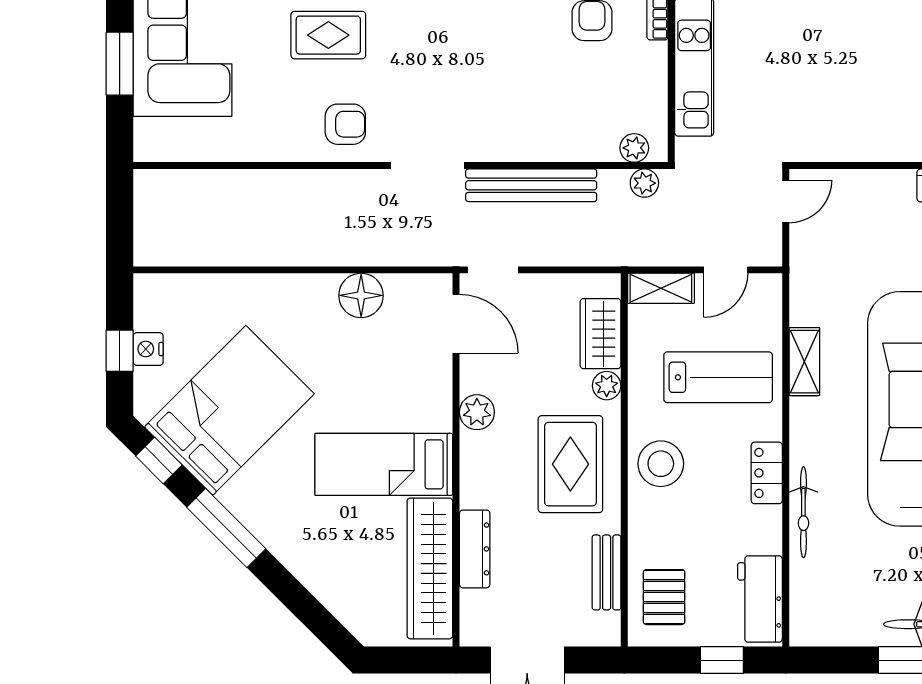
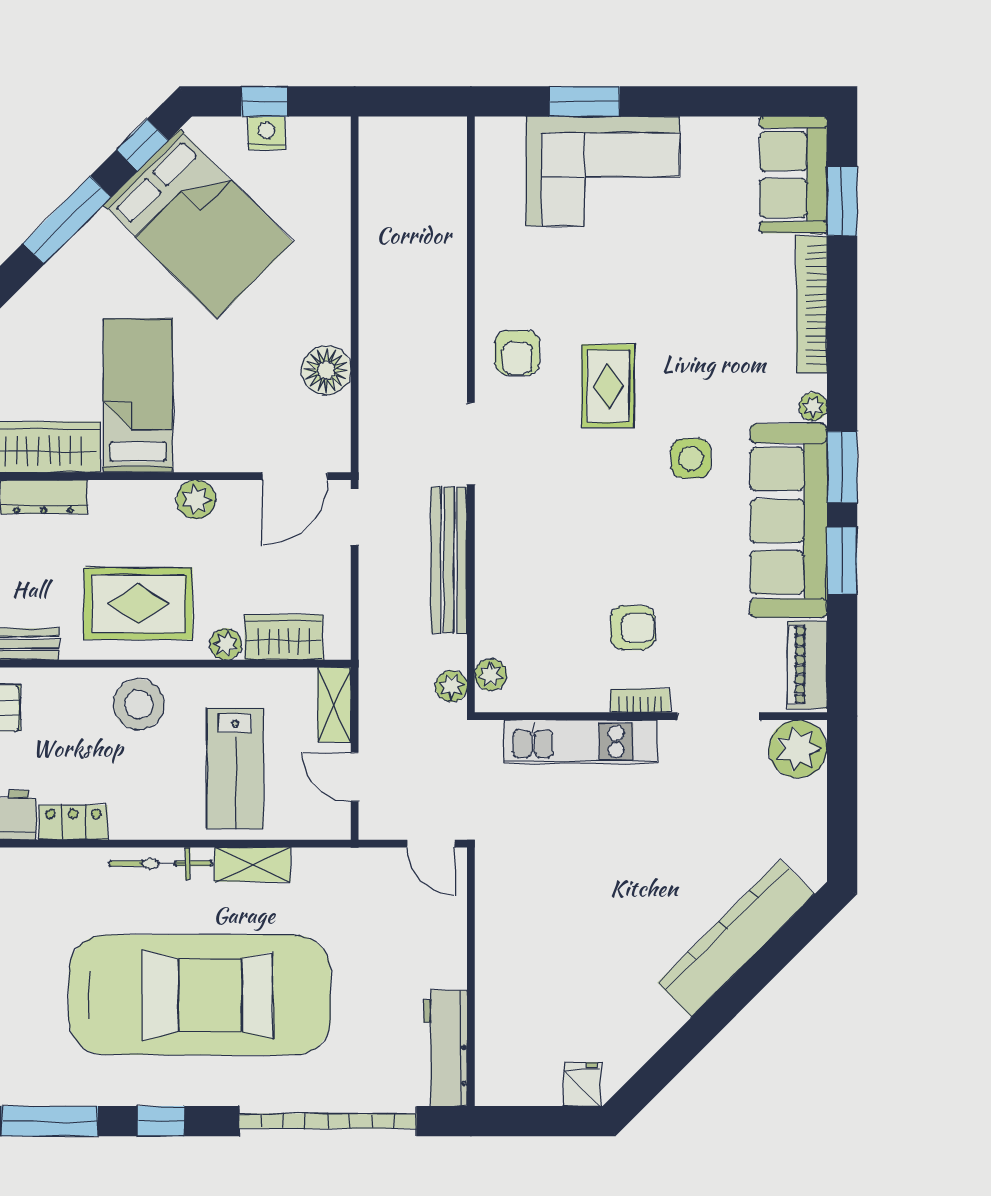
rug: (328, 35) -> (608, 386), moved
locker: (767, 473) -> (73, 823), moved
bicycle: (803, 512) -> (161, 863), moved

